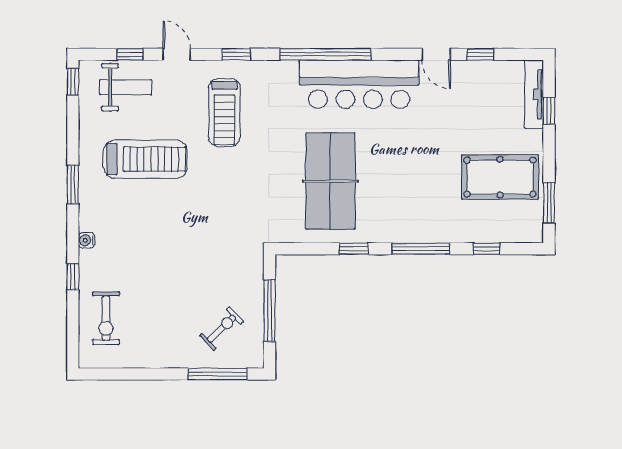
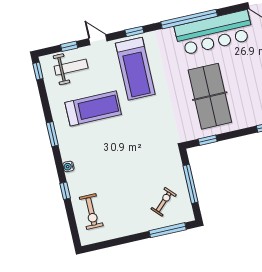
treadmill: (224, 112) -> (135, 69), width x1.37, depth x1.38
window: (354, 249) -> (208, 140), moved

